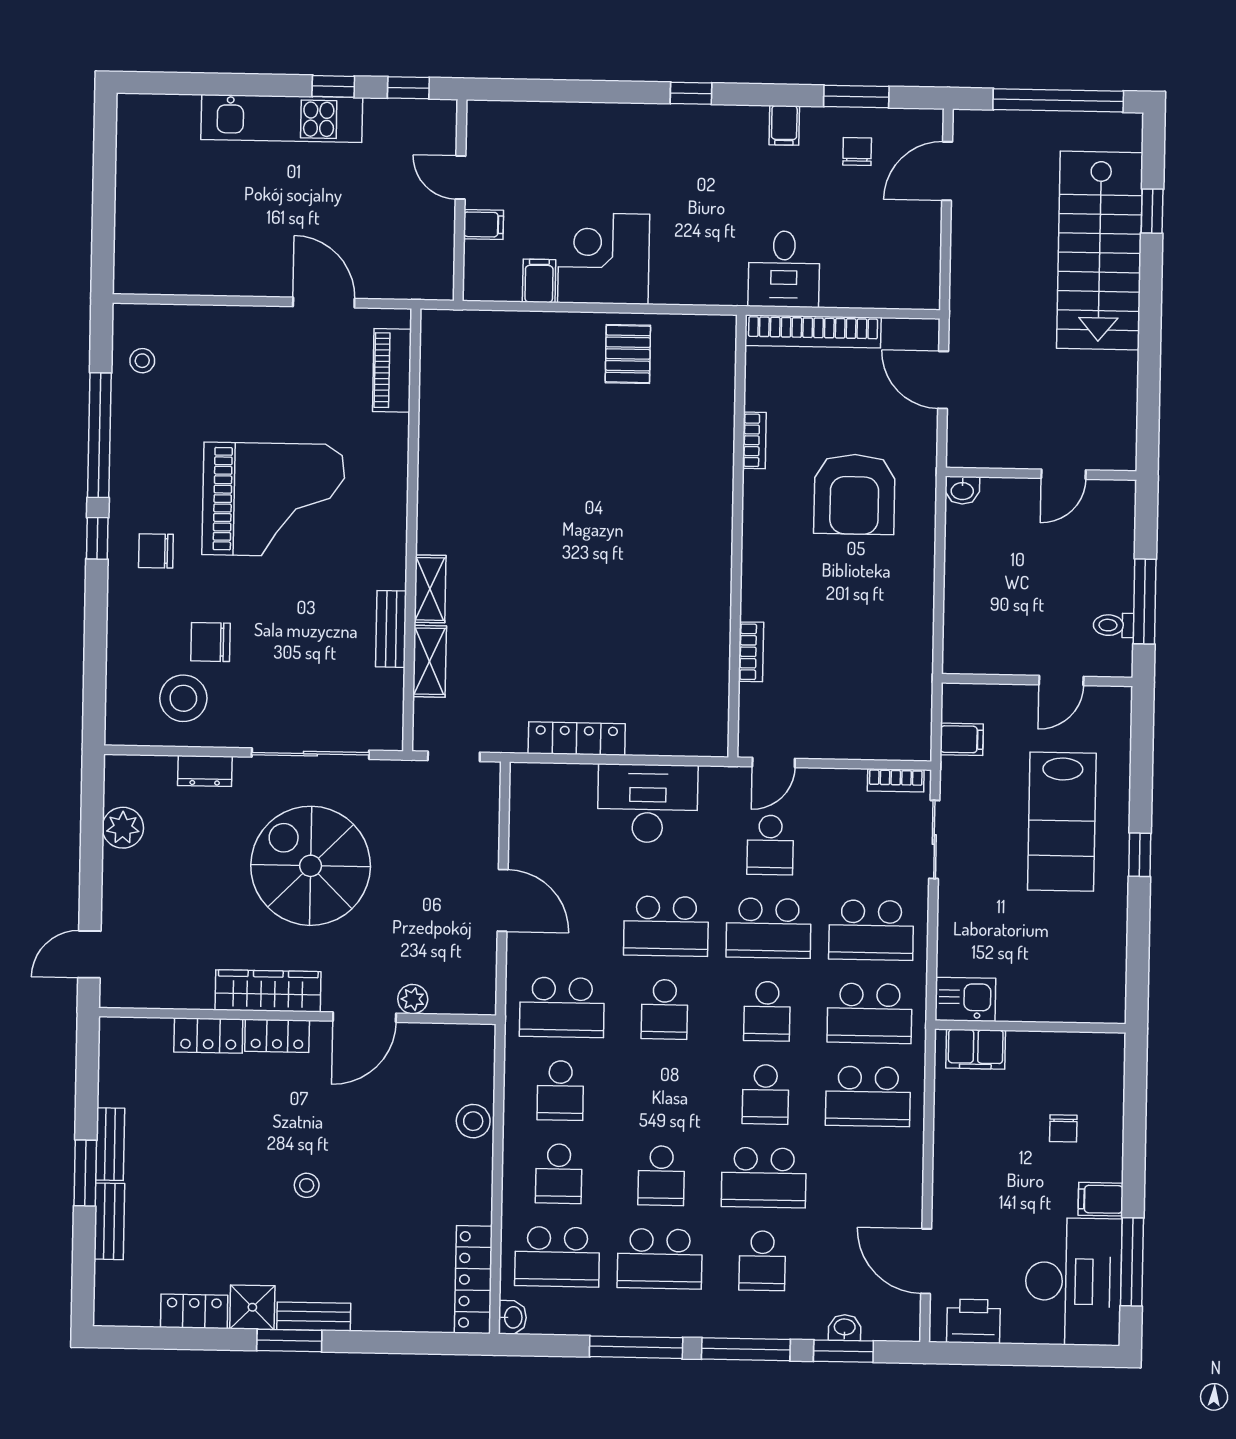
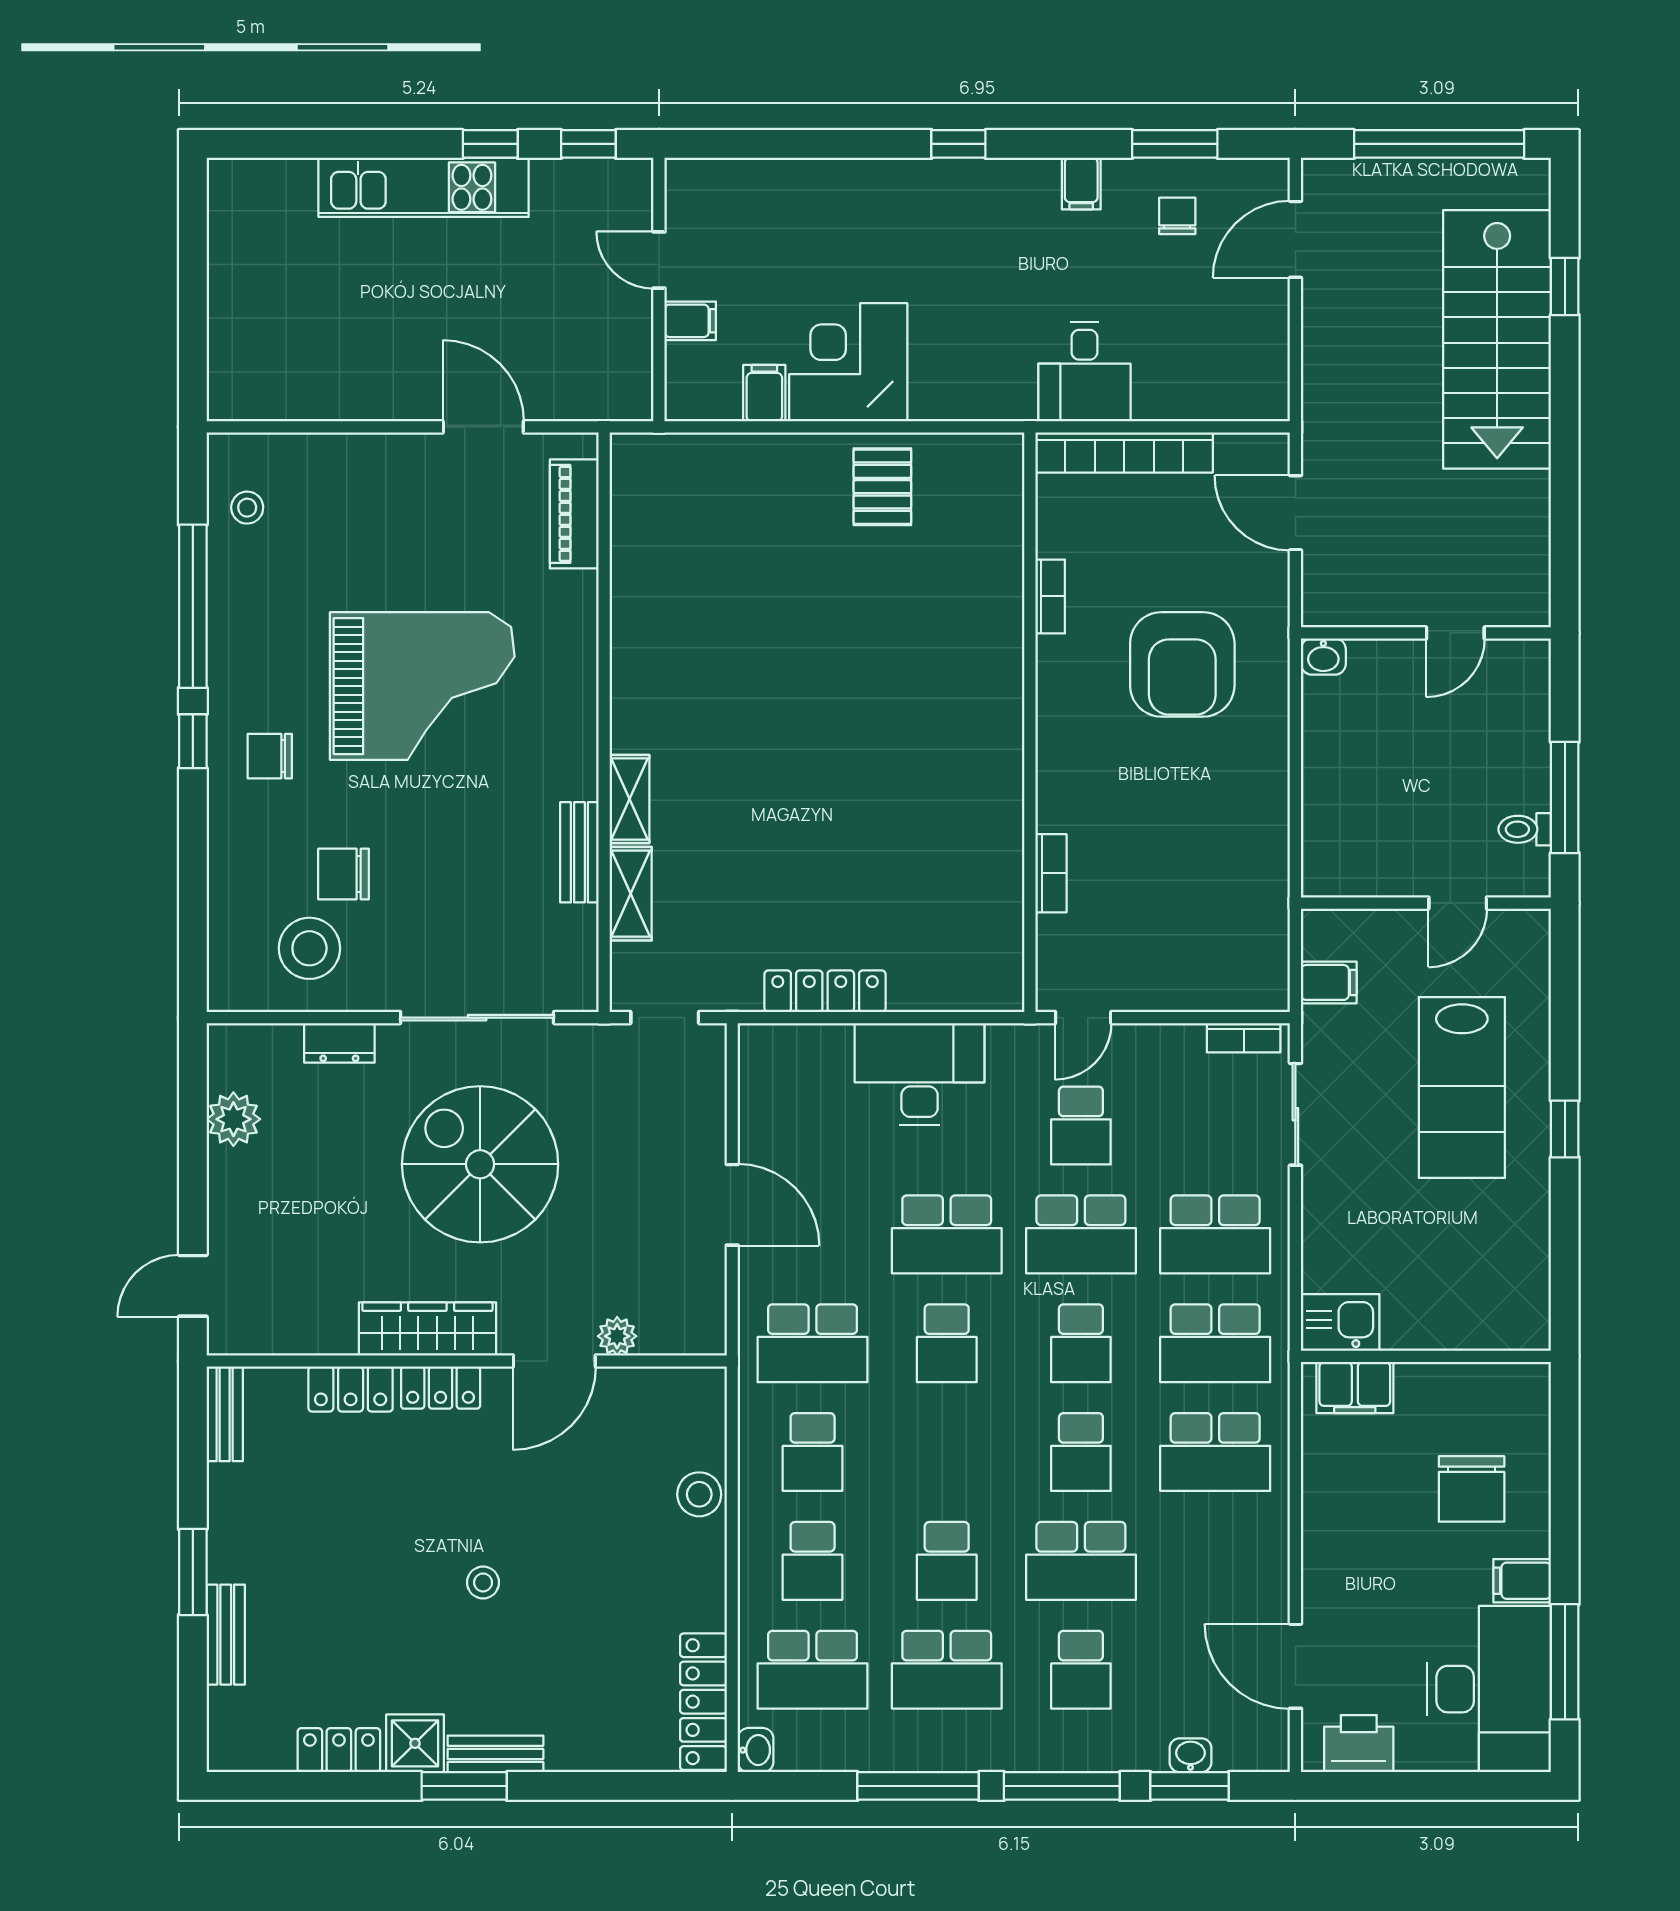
chair: (1063, 1128) -> (1472, 1489), width x1.87, depth x1.87
bench: (110, 1144) -> (225, 1414), moved

